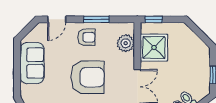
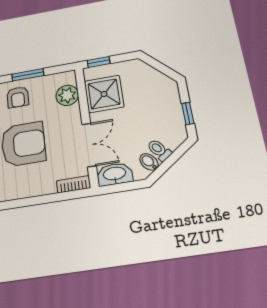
armchair: (87, 37) -> (18, 97), turned 90

